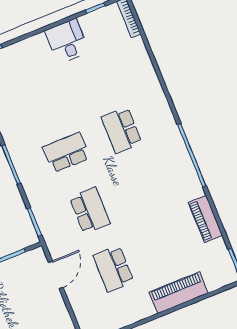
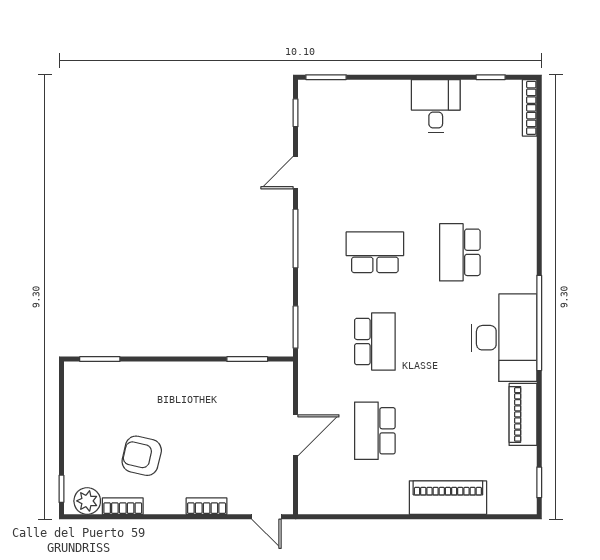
desk: (173, 174) -> (504, 338), added
door: (56, 275) -> (296, 435), moved

